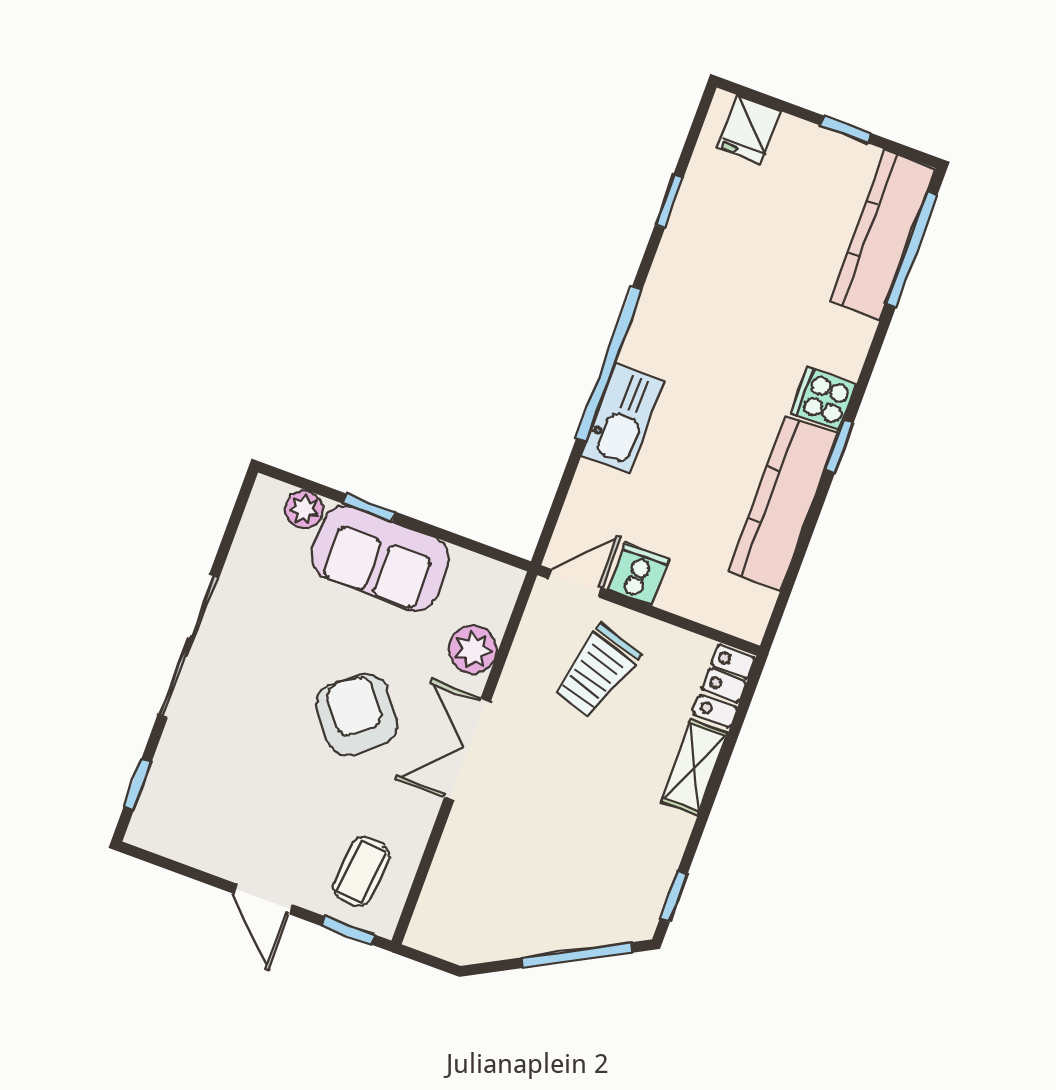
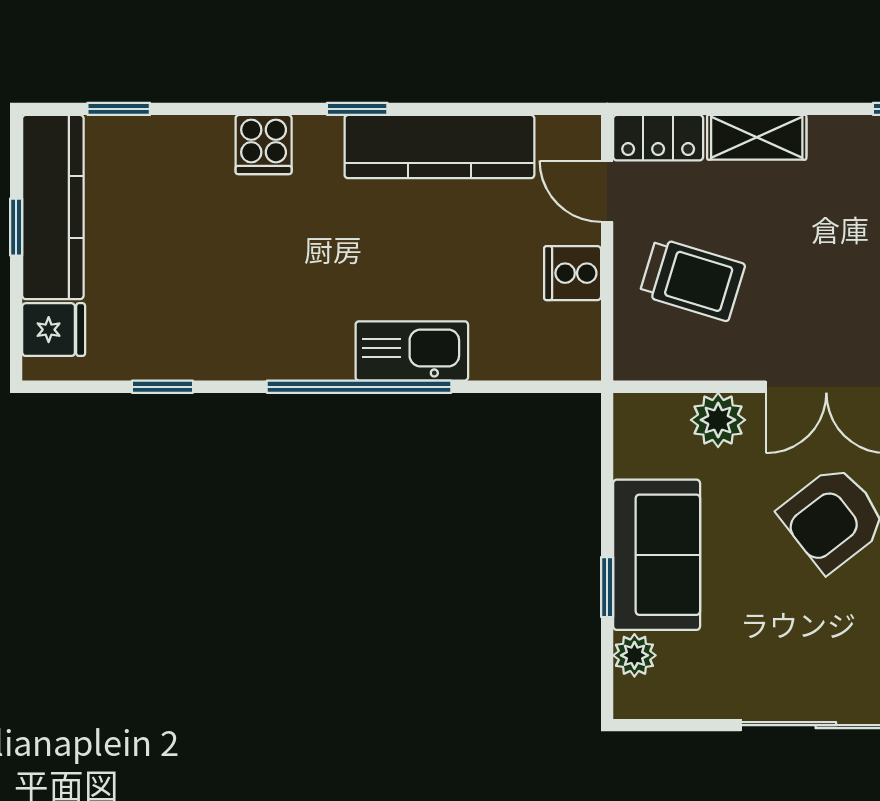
kitchen counter: (883, 235) -> (53, 207), moved, turned -90
window: (912, 250) -> (119, 109), width x0.46
cooker: (823, 399) -> (264, 145), moved
door: (575, 583) -> (607, 191), moved

